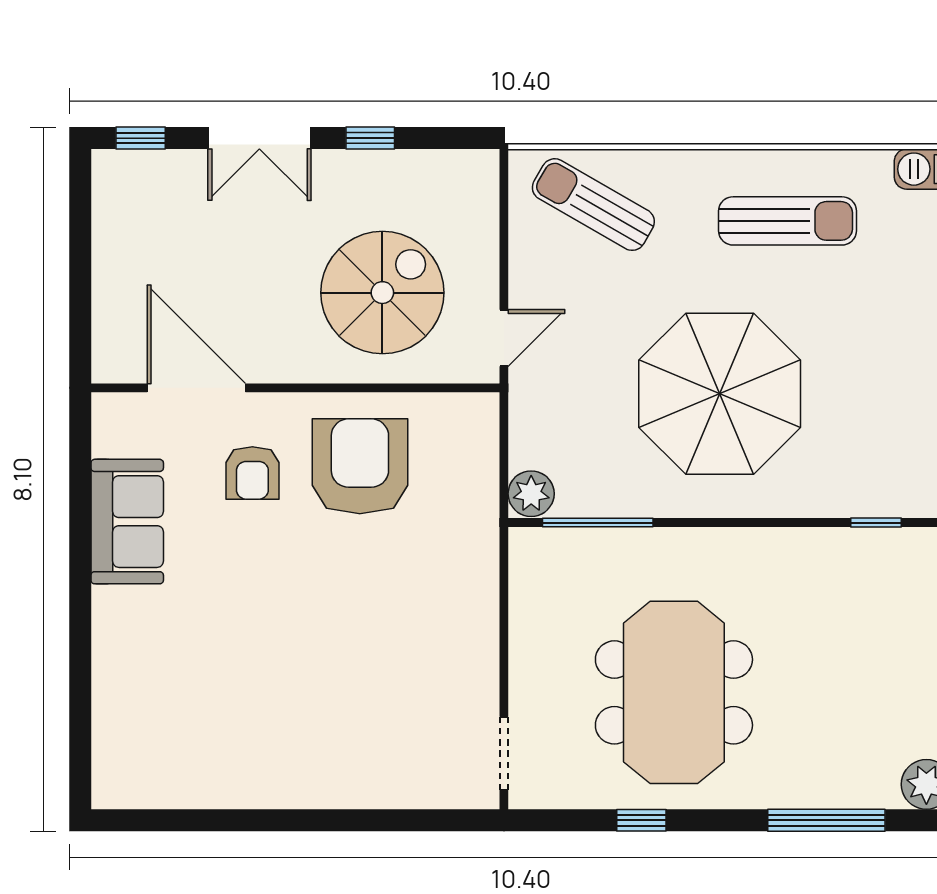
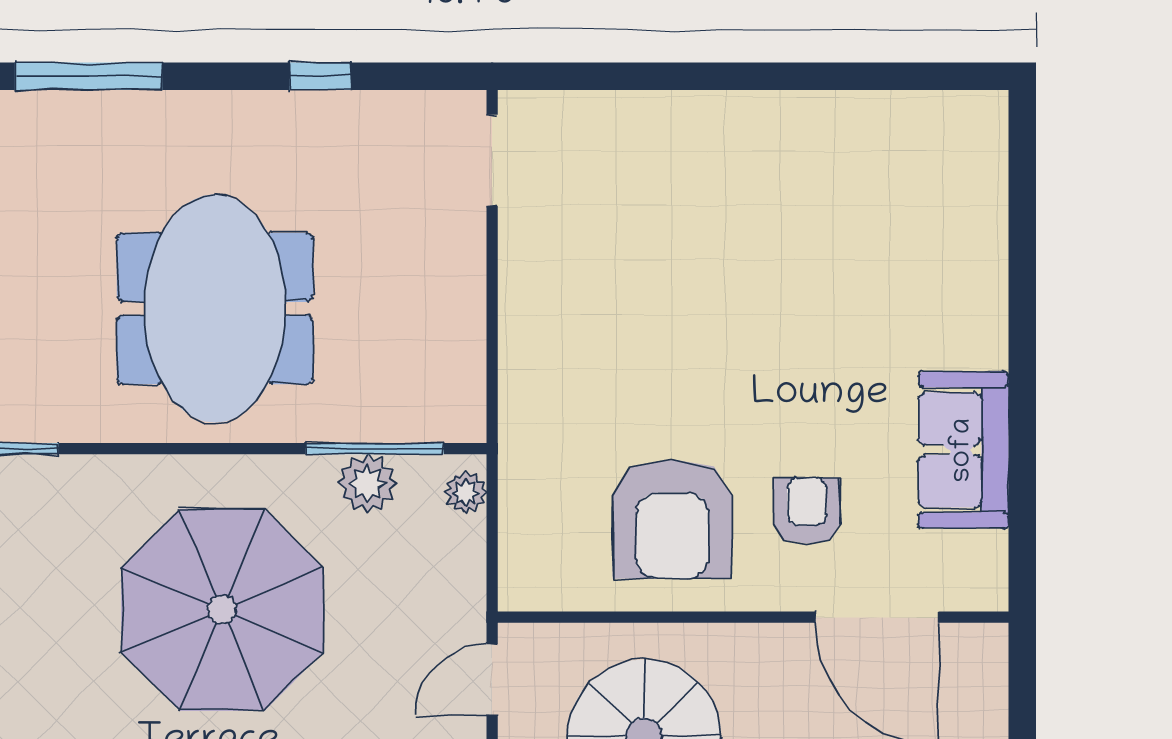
plant: (531, 494) -> (466, 493), width x0.73, depth x0.73
plant: (604, 495) -> (367, 483), added
meeting table: (674, 692) -> (215, 308), moved

